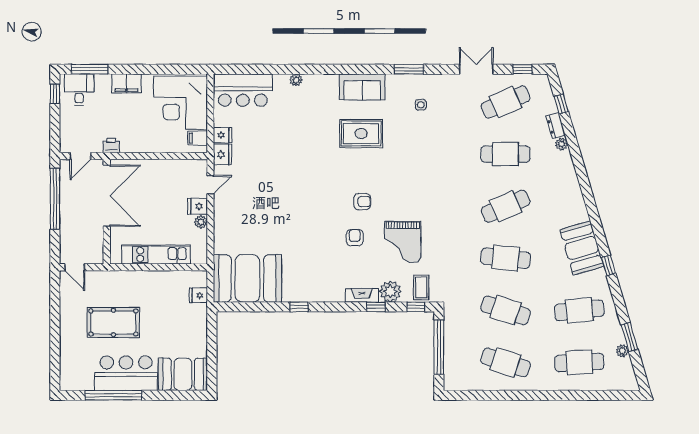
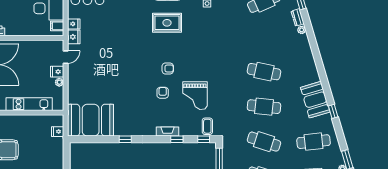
cafe table: (506, 154) -> (264, 37), removed
cafe table: (506, 206) -> (264, 72), turned 36
plant: (390, 291) -> (187, 129), removed

